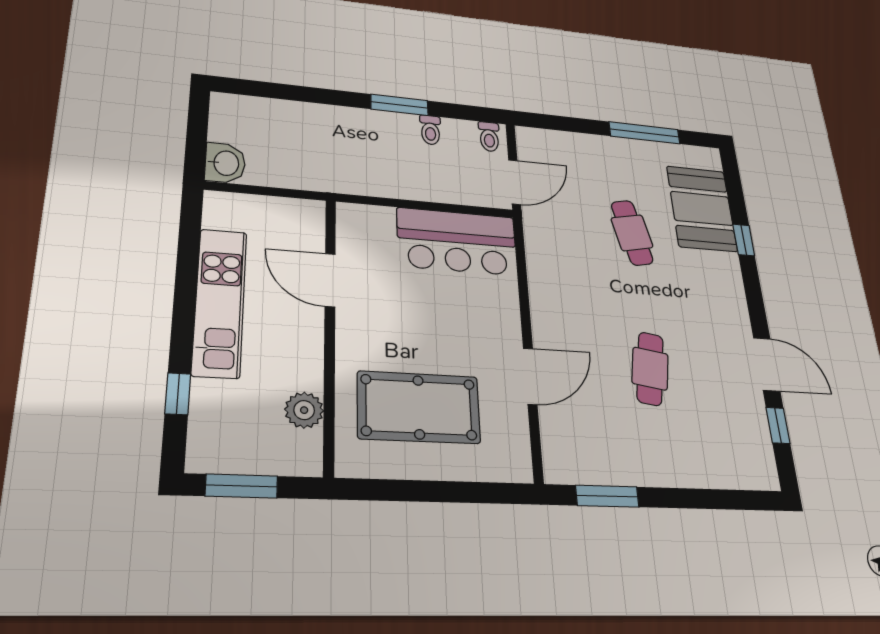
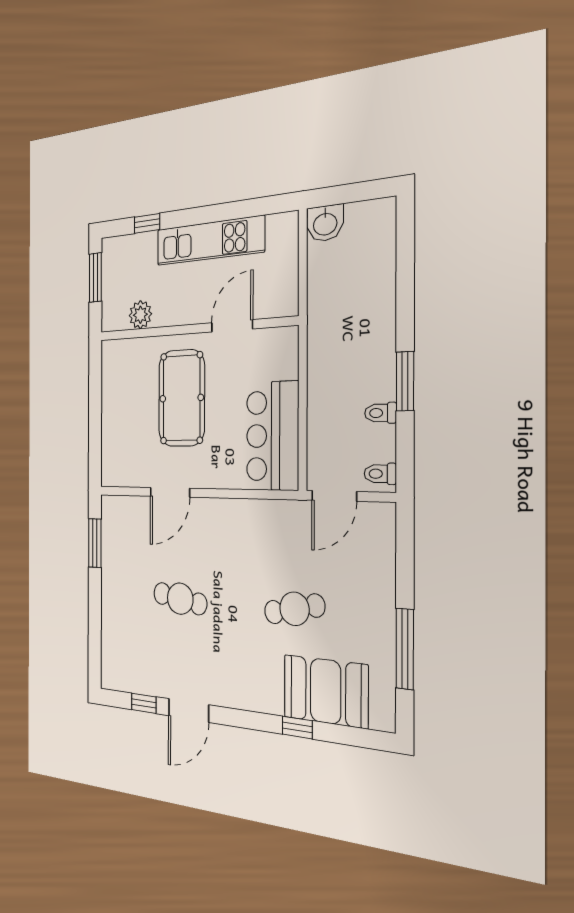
door: (515, 182) -> (334, 496), hinge flipped
door: (530, 376) -> (170, 492), hinge flipped
pool table: (419, 407) -> (182, 398), moved

